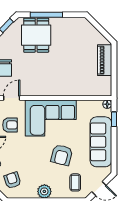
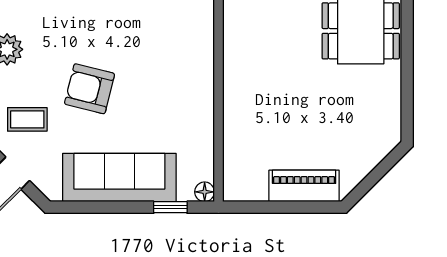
window: (46, 15) -> (407, 54), removed
corner sofa: (51, 118) -> (173, 64), removed

